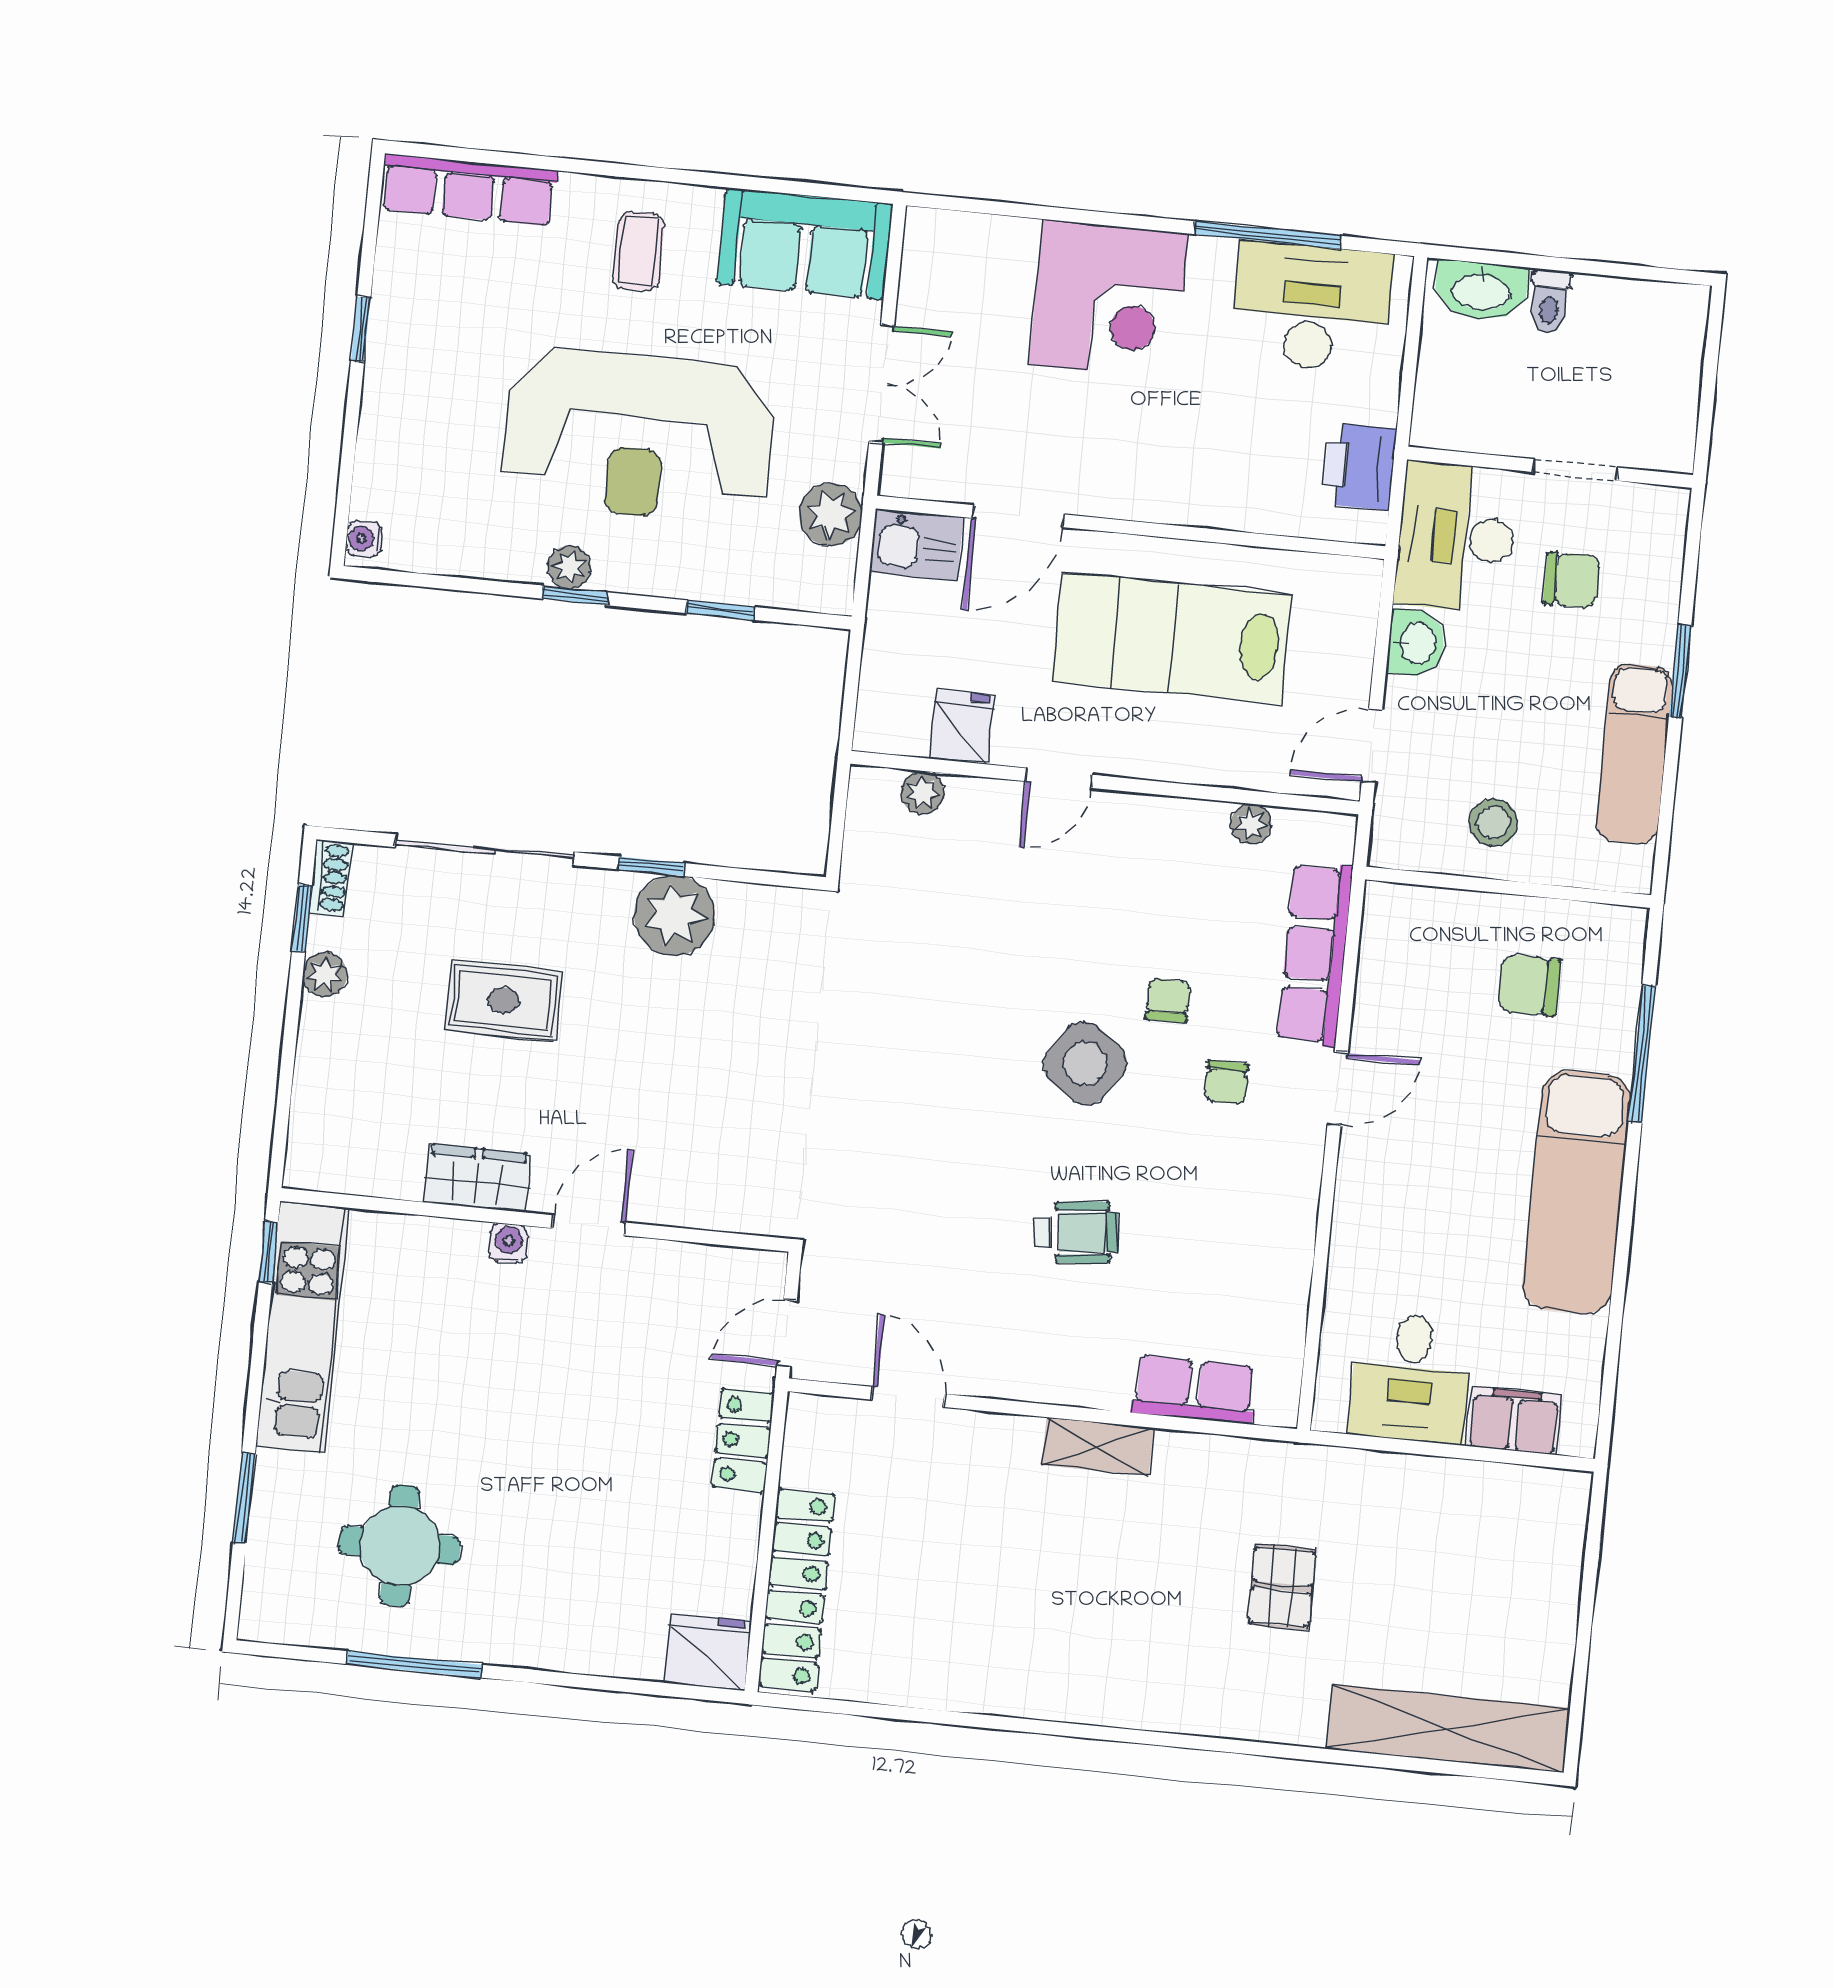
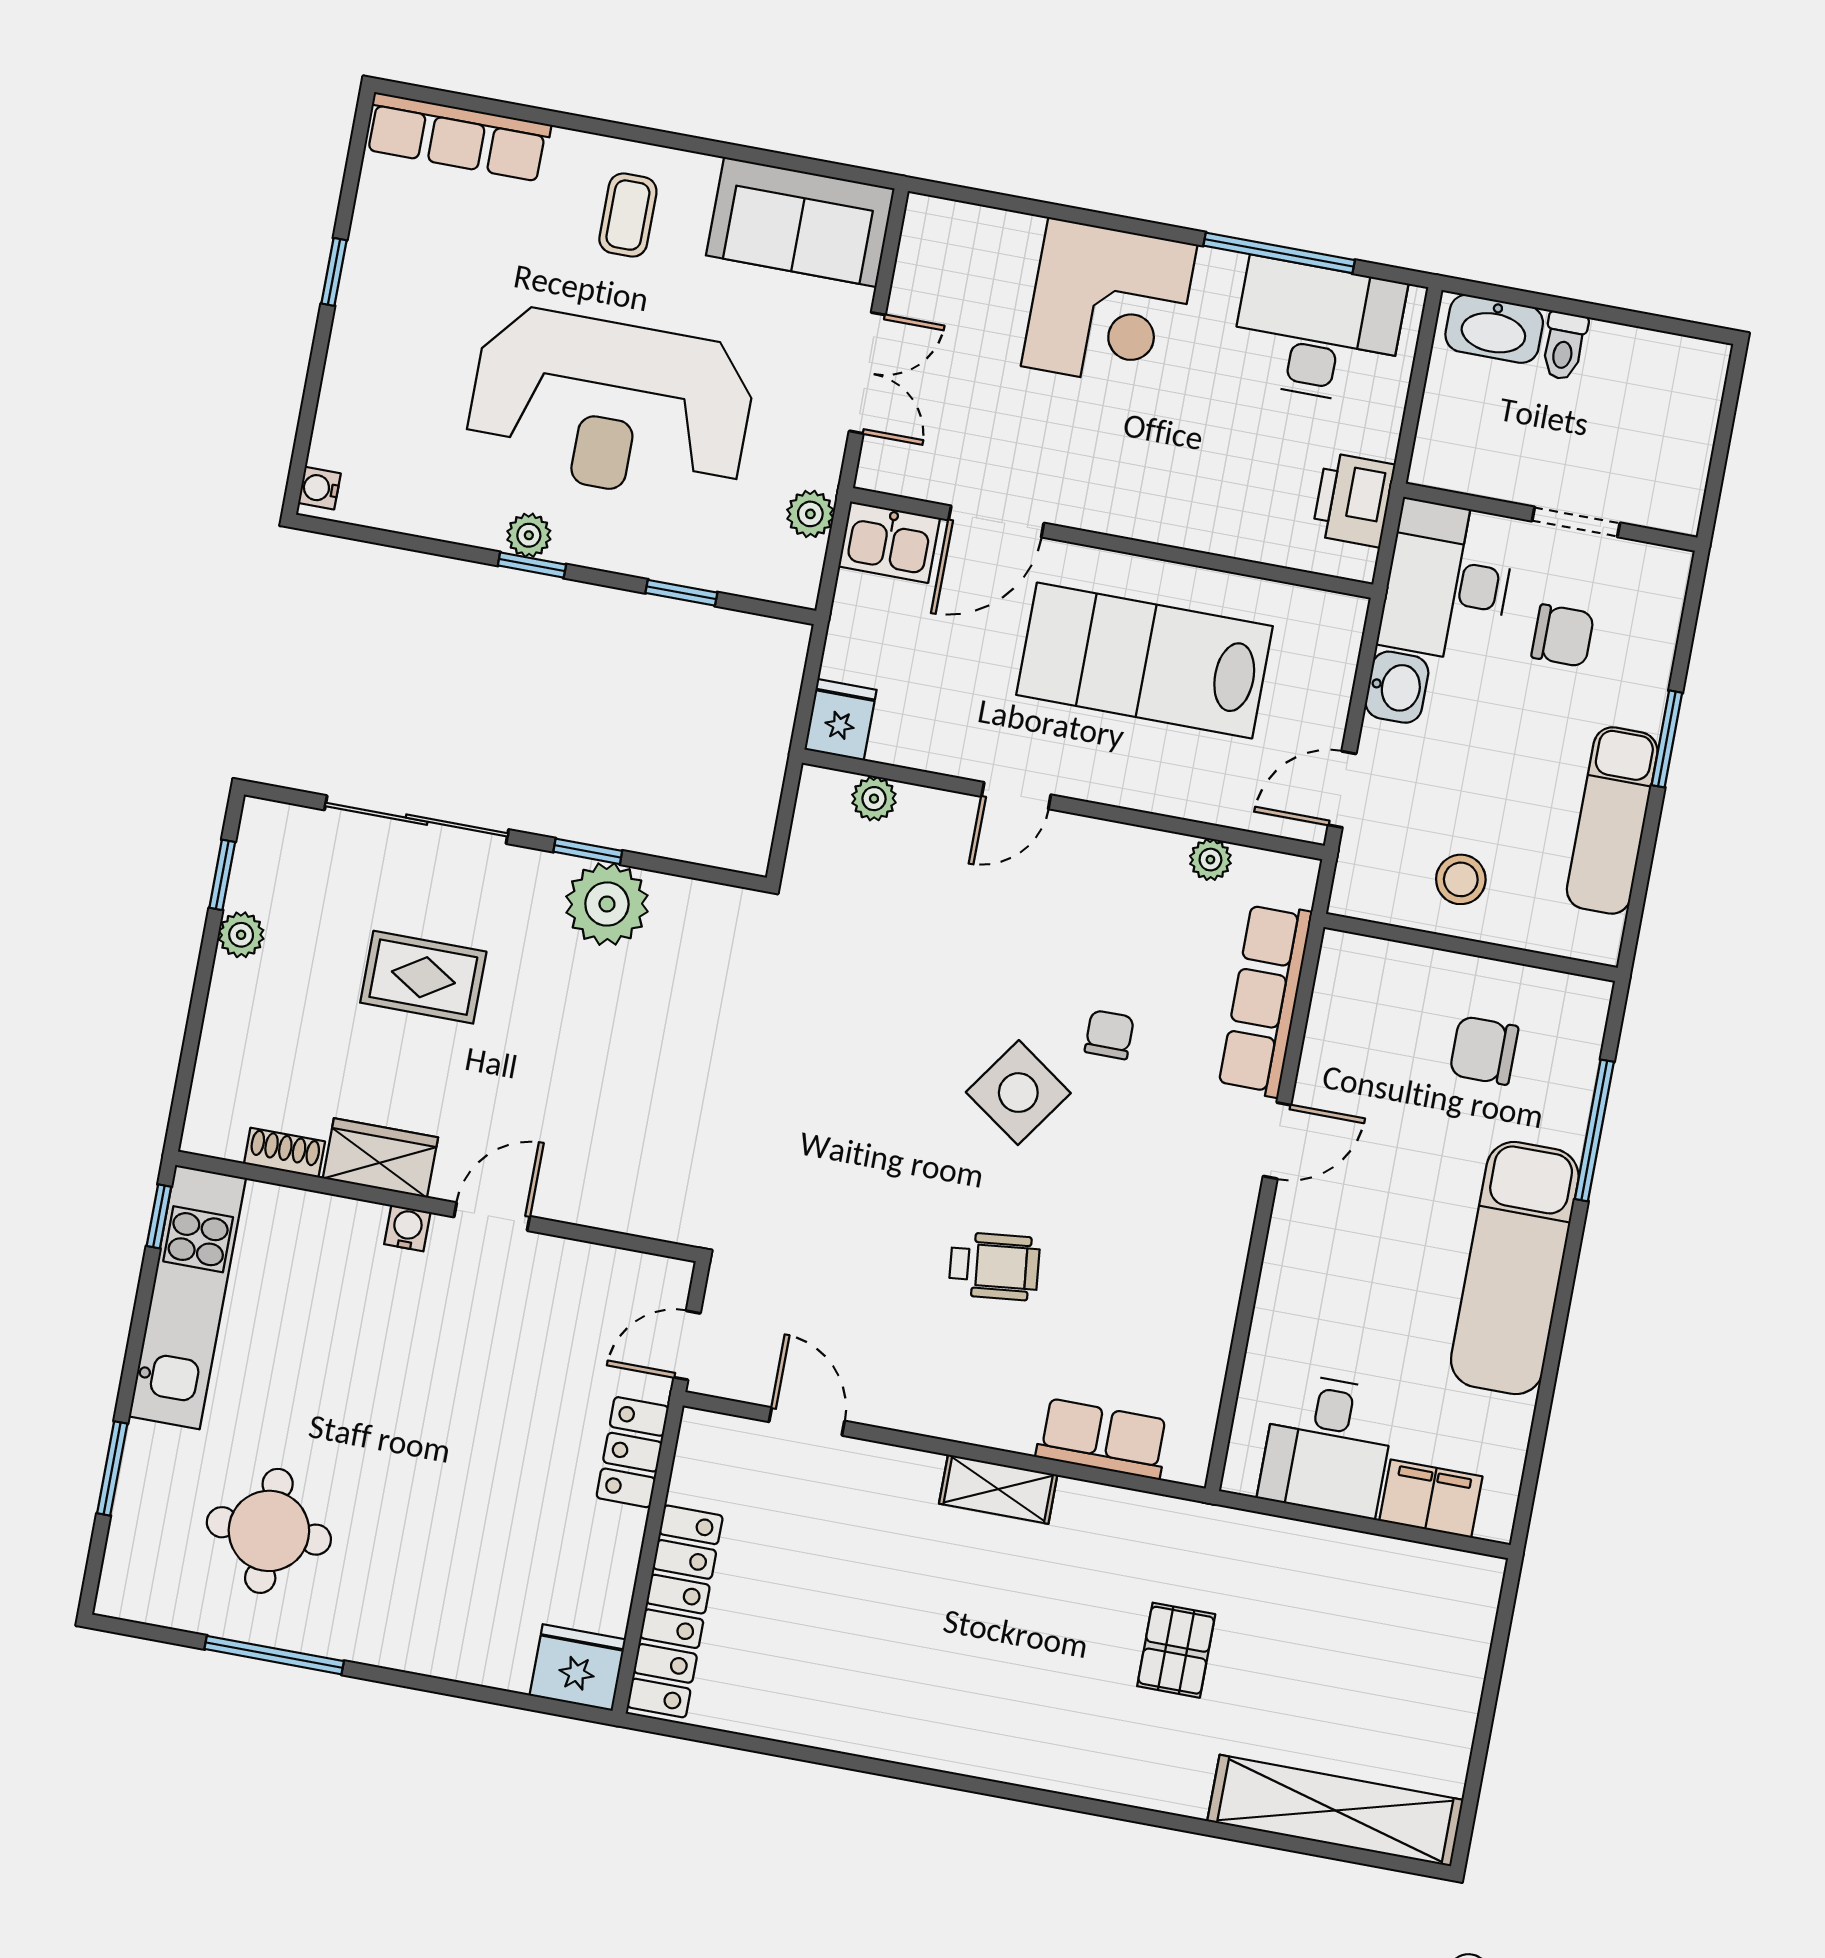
plant: (831, 514) -> (810, 514), width x0.73, depth x0.73
fridge: (962, 727) -> (840, 720), moved
shoe rack: (330, 877) -> (284, 1153), moved, turned -90
chair: (1226, 1082) -> (1163, 1124), removed

